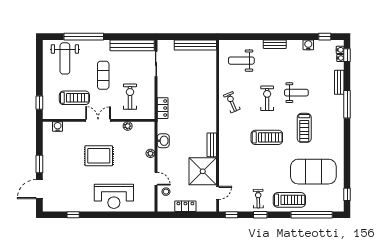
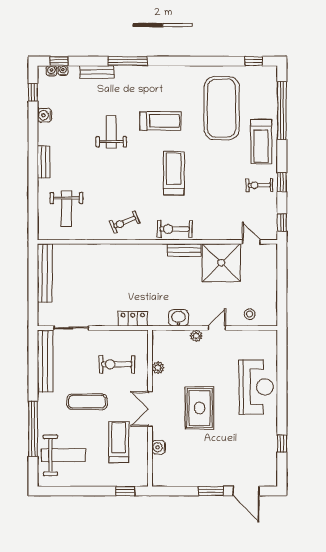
exercise bike: (267, 98) -> (175, 229), moved
water cooler: (58, 126) -> (159, 447), moved
door: (156, 179) -> (217, 328), moved
treadmill: (289, 200) -> (261, 142), turned 180
locker: (185, 206) -> (270, 287), removed

